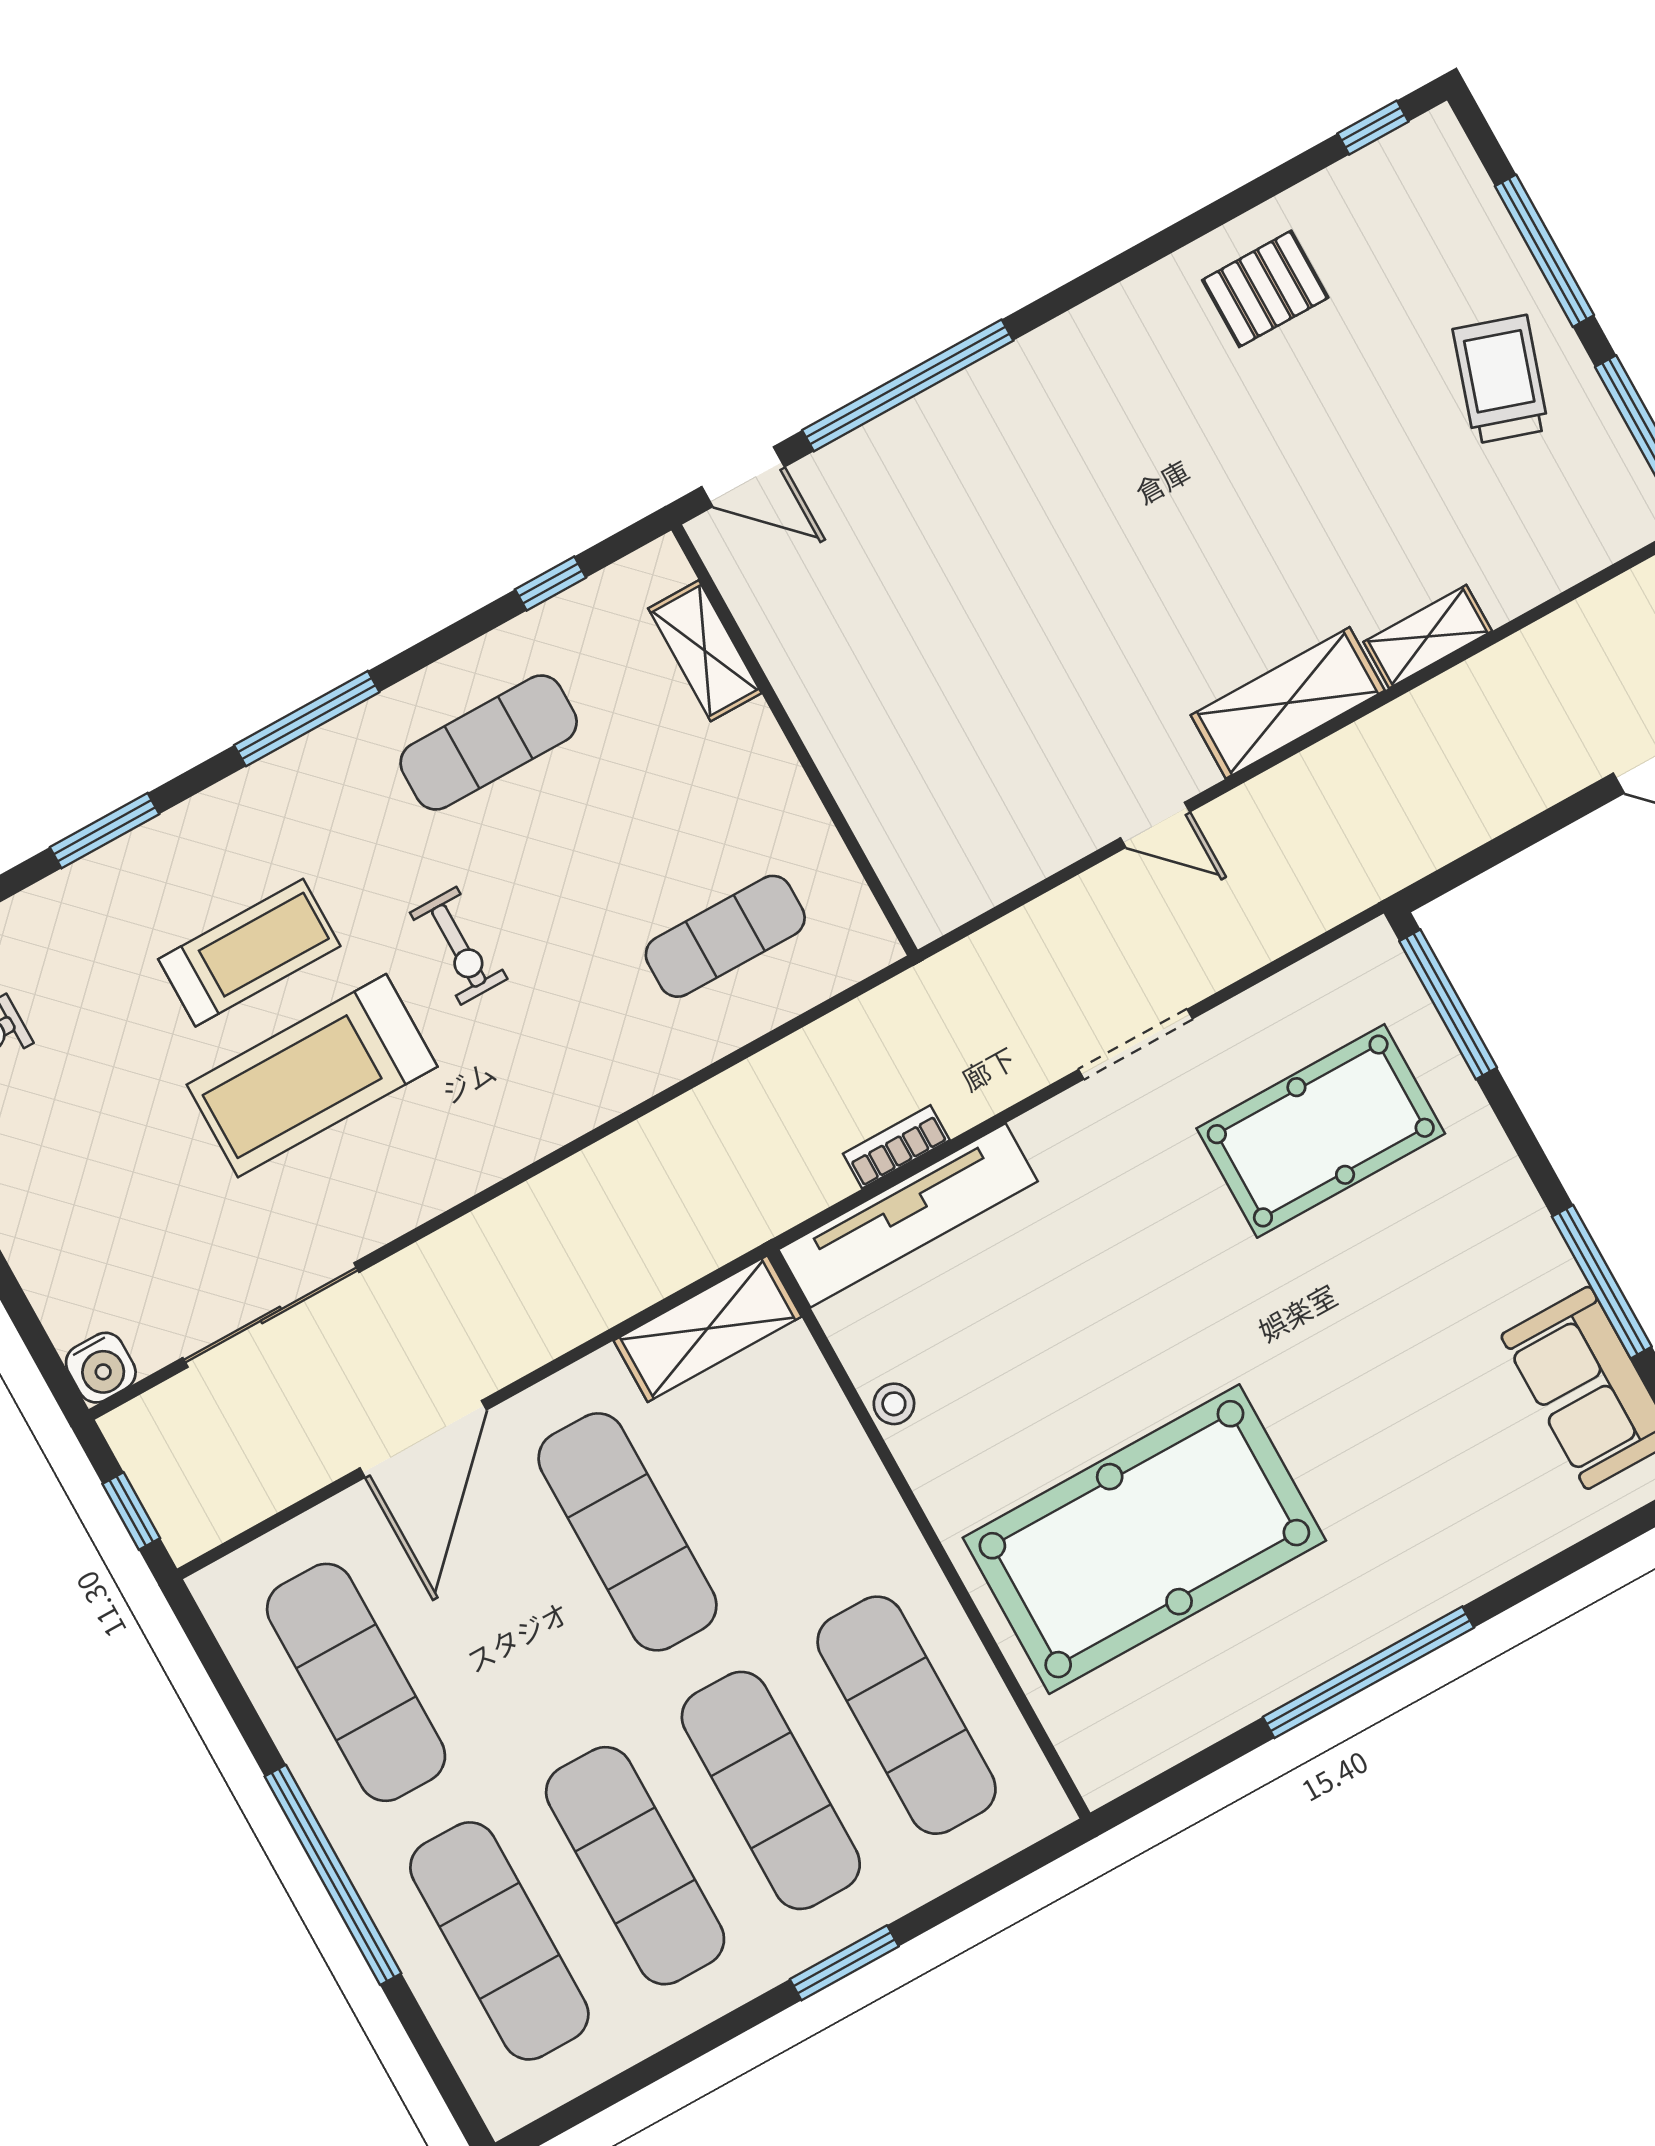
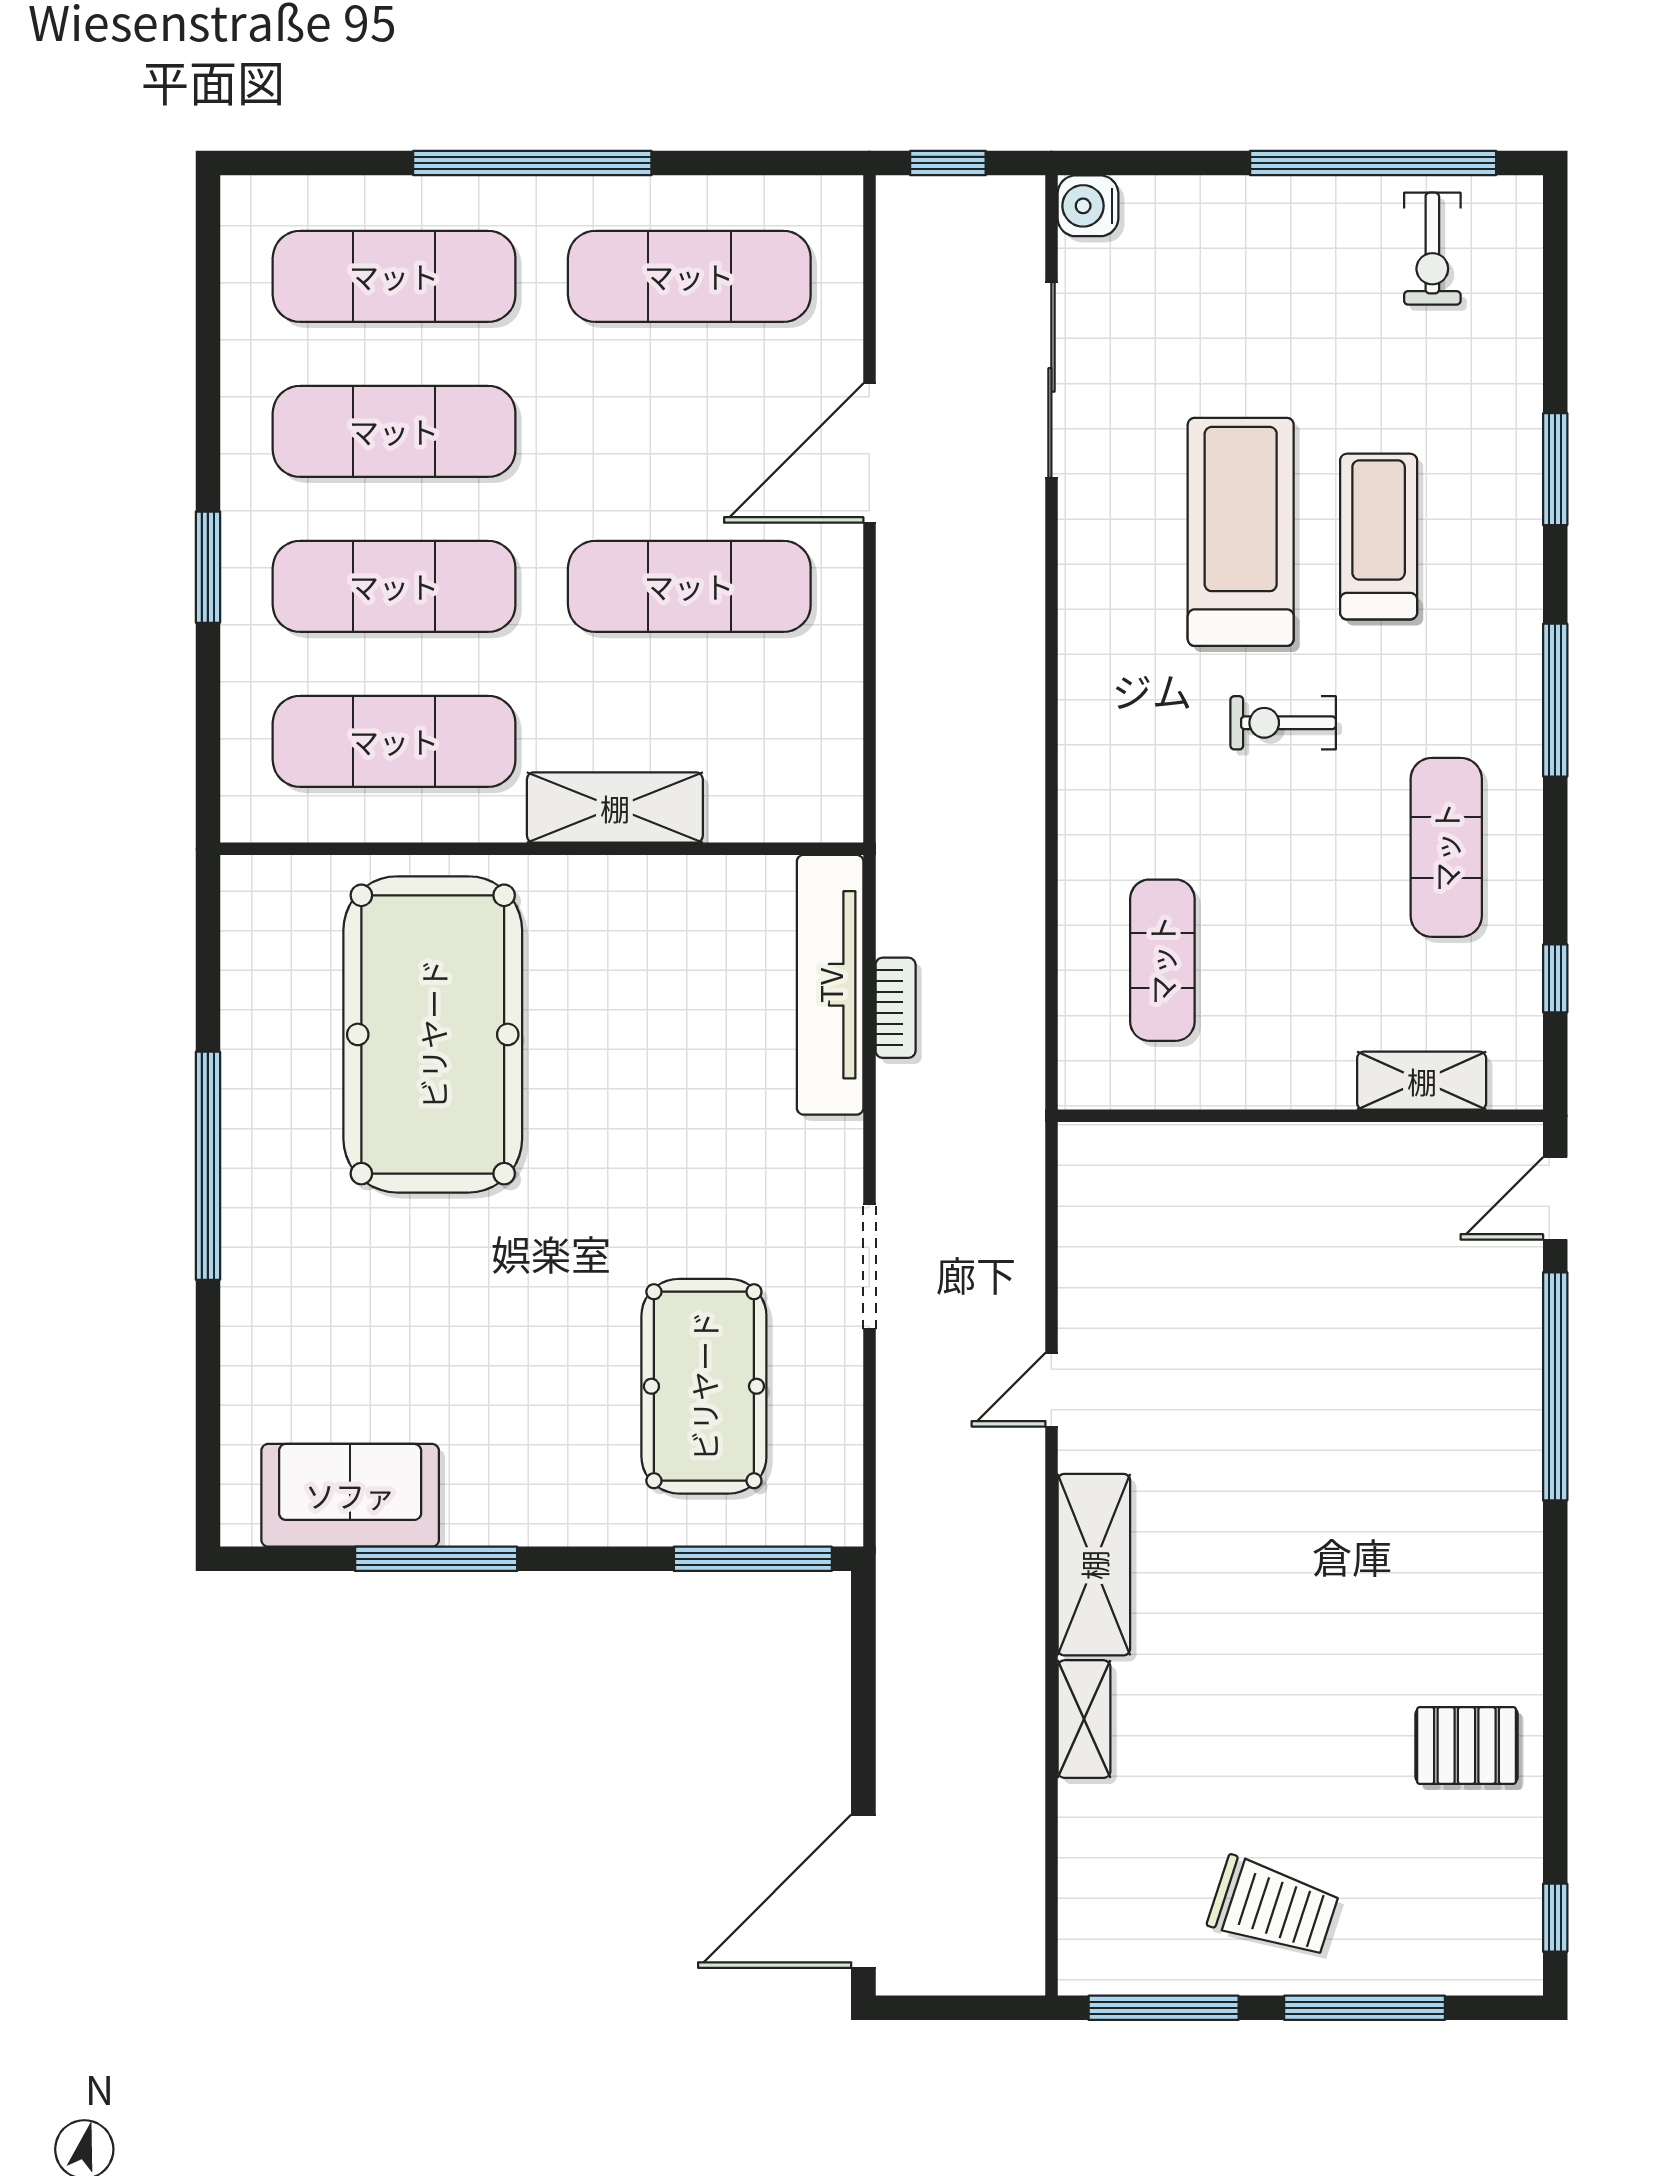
pallet: (1265, 289) -> (1467, 1746), turned 90
treadmill: (249, 953) -> (1379, 537), turned 180
shelving: (708, 1329) -> (615, 808), moved, turned 90
stool: (894, 1404) -> (672, 881), removed
door: (423, 1439) -> (869, 453), hinge flipped

